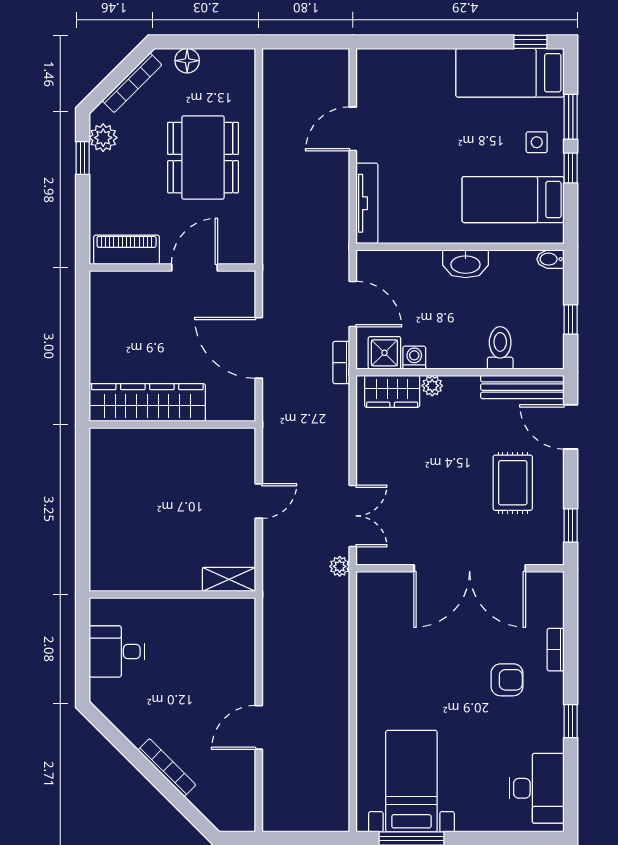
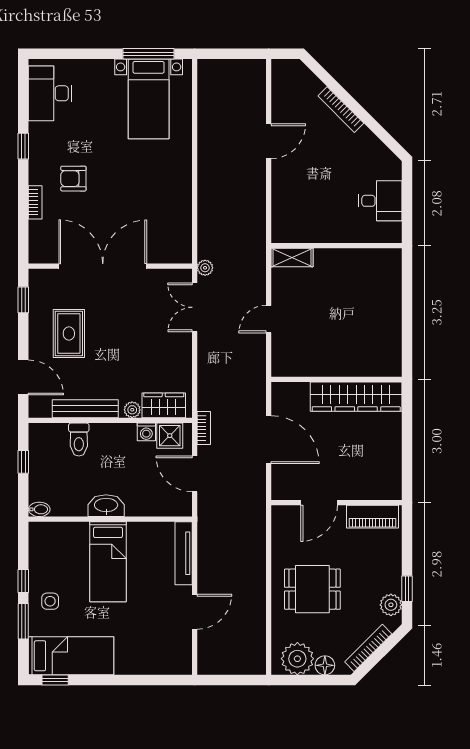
plant: (222, 69) -> (297, 659), added
dining table: (203, 158) -> (312, 589), width x0.73
bed: (513, 200) -> (108, 562), moved, turned 90
bench: (522, 387) -> (85, 409), moved

